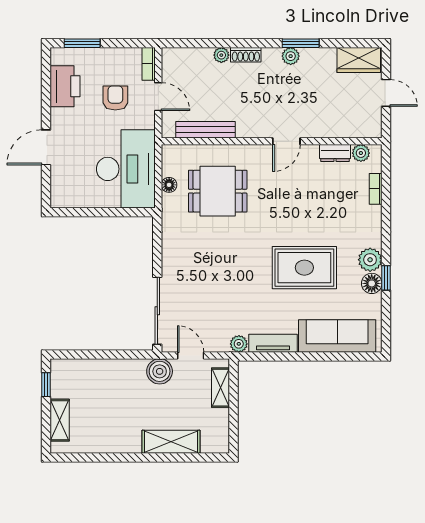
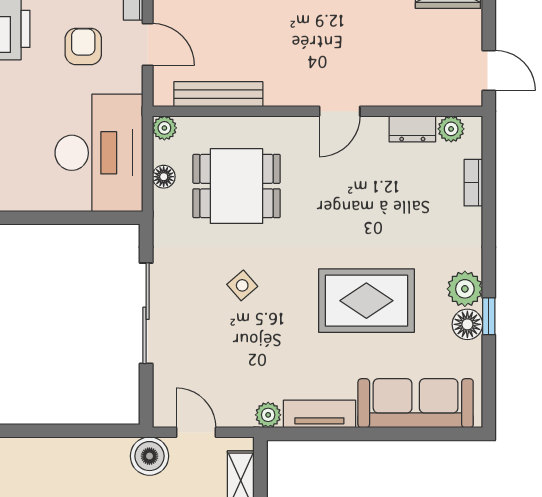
door: (386, 93) -> (489, 70), moved
plant: (170, 152) -> (164, 128), added
side table: (221, 257) -> (242, 285), added
sliding door: (157, 311) -> (146, 313), moved

